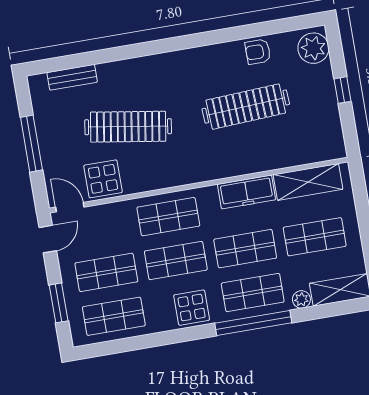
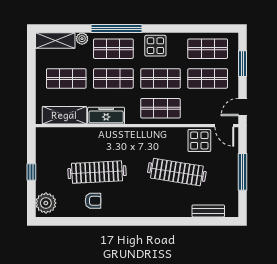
armchair: (258, 52) -> (93, 201), moved

